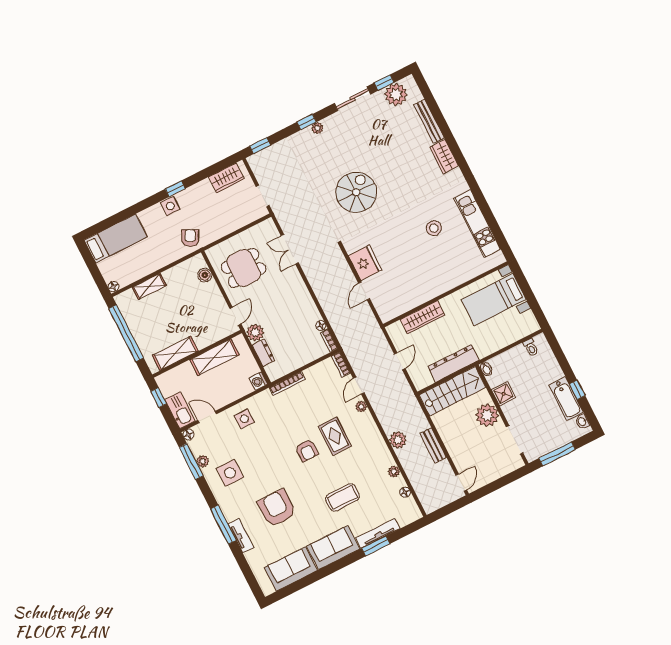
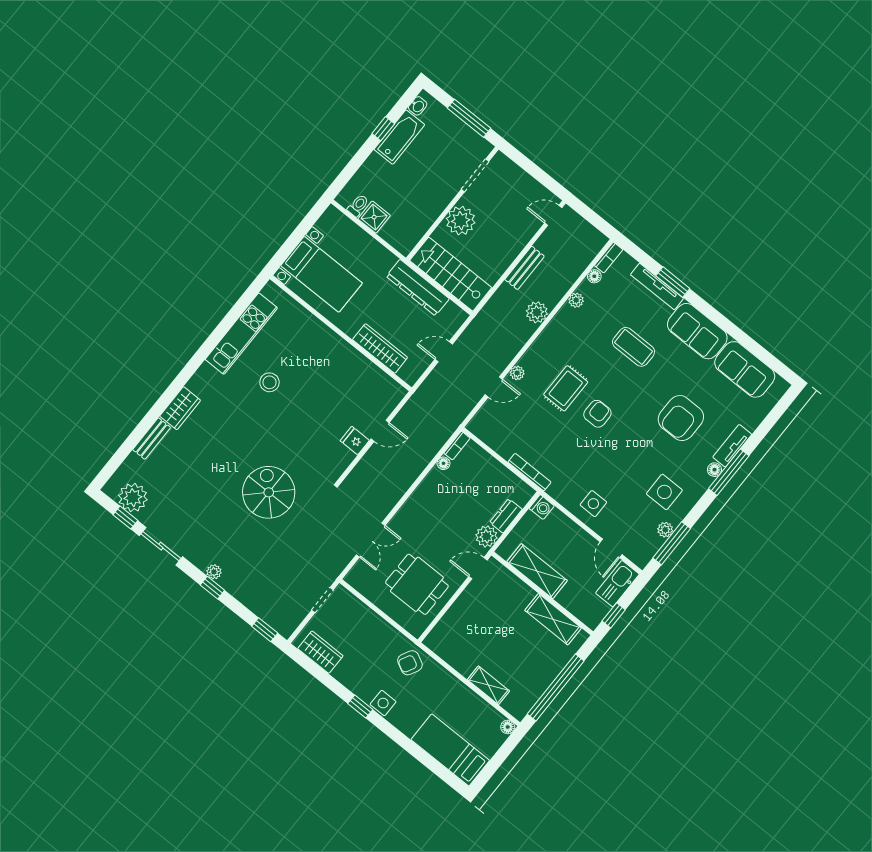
bench: (429, 121) -> (152, 438), width x0.73
spiral stairs: (356, 192) -> (269, 492), turned 90
fridge: (365, 263) -> (355, 440), width x0.53, depth x0.75
boiler: (205, 275) -> (446, 626), removed
bookcase: (341, 365) -> (609, 258), moved
bidet: (486, 369) -> (407, 247), removed
shower: (503, 394) -> (374, 217), moved
floor lamp: (189, 434) -> (715, 470), moved

